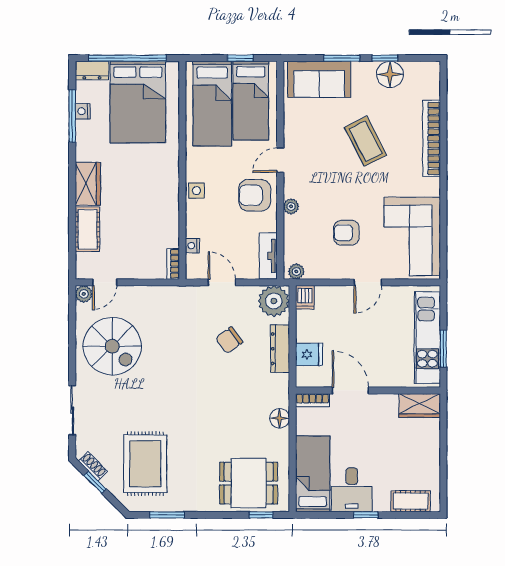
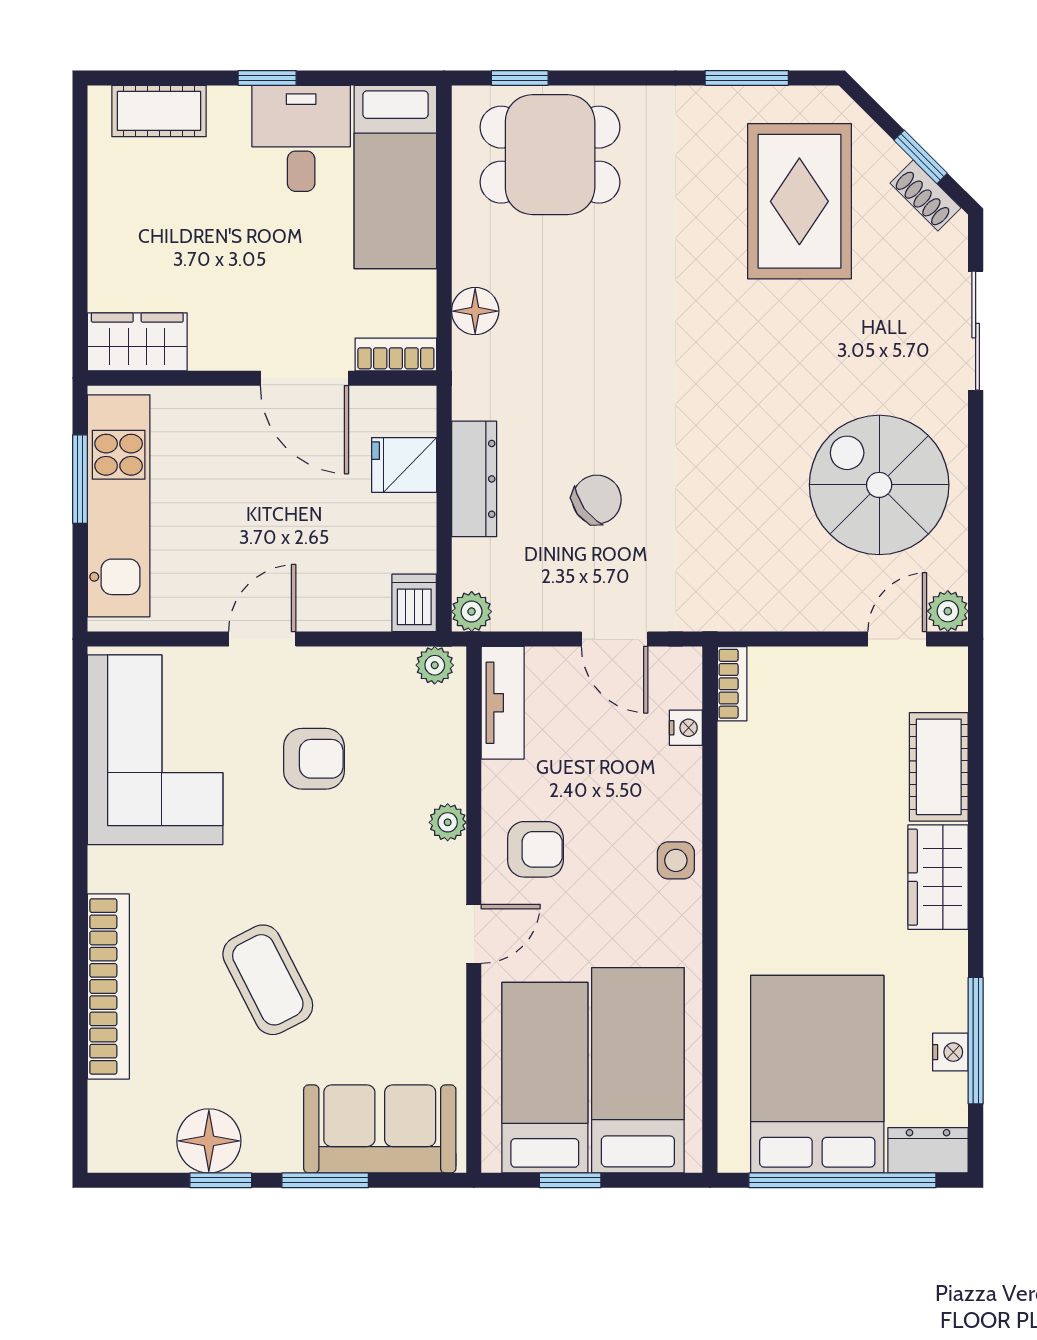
armchair: (255, 195) -> (535, 849), width x0.72, depth x0.72
plant: (274, 301) -> (472, 612), width x0.53, depth x0.53

